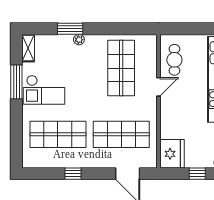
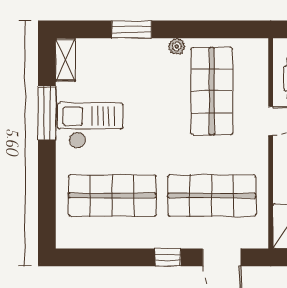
plant: (79, 40) -> (177, 46), moved
checkout: (44, 90) -> (90, 125), turned 180
window: (73, 174) -> (168, 257), moved

